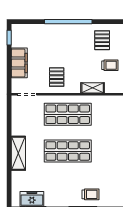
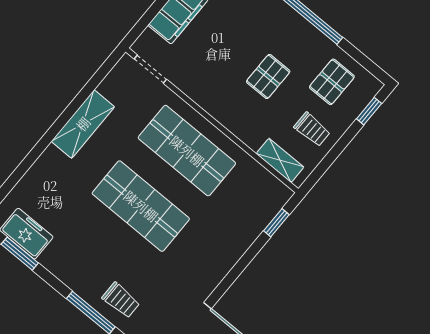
pallet: (57, 77) -> (268, 77), moved
shelving: (93, 88) -> (280, 160), moved
shelving: (18, 153) -> (83, 124), moved

